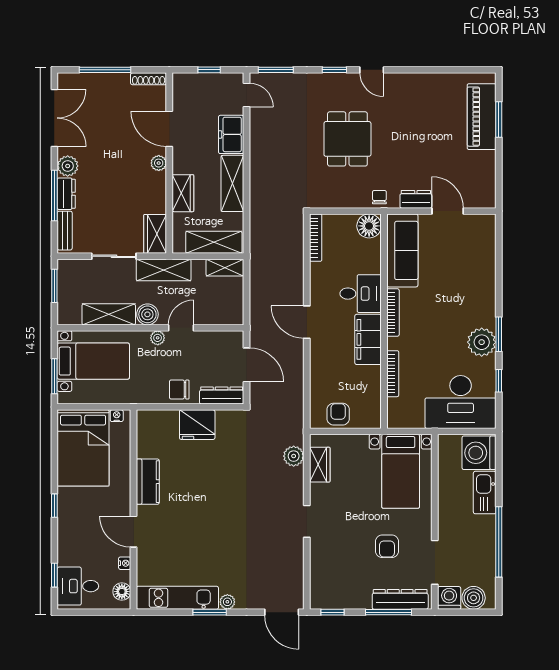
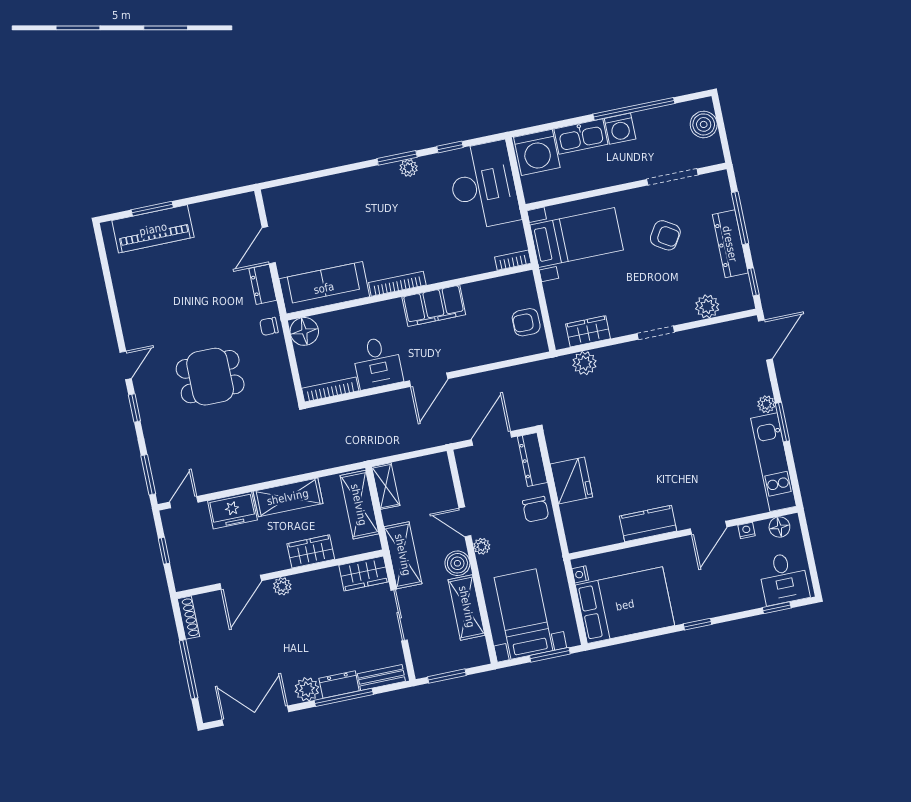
desk: (361, 294) -> (377, 363), moved, turned 180
plant: (482, 342) -> (409, 168), width x0.53, depth x0.53
bookcase: (393, 374) -> (513, 260), moved, width x0.64
armchair: (387, 546) -> (665, 235), turned 32
plant: (320, 569) -> (707, 306), added
washing machine: (449, 598) -> (620, 129), moved, turned -90
dresser: (400, 599) -> (730, 244), moved

